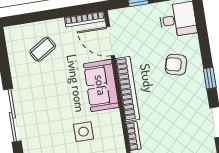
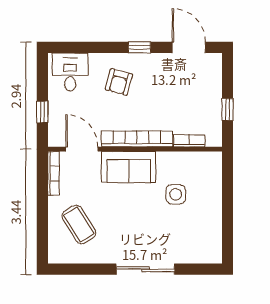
door: (111, 41) -> (82, 149), swing flipped
coffee table: (43, 49) -> (79, 225), width x1.36, depth x1.30

